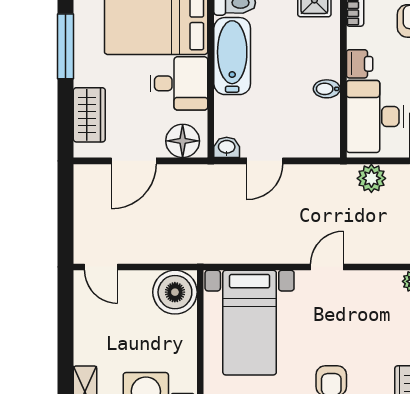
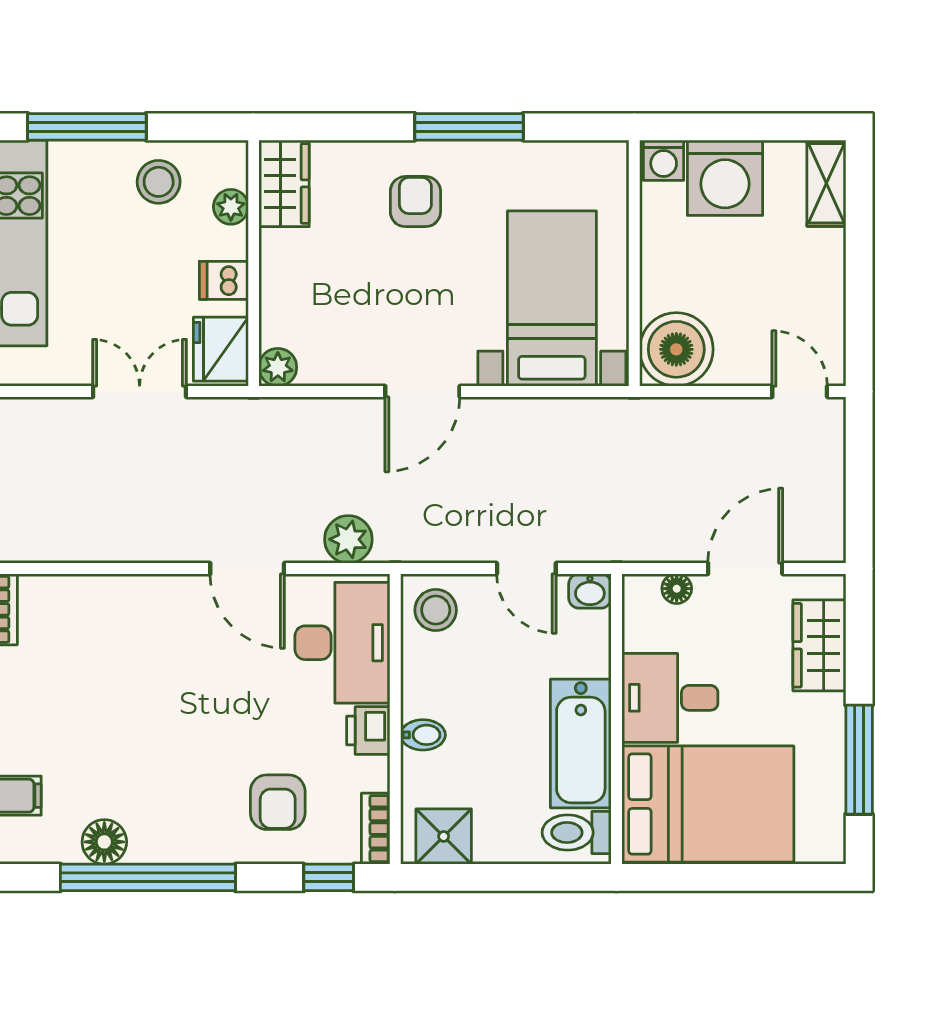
bidet: (327, 89) -> (423, 735), moved
stool: (319, 136) -> (436, 610), added
floor lamp: (183, 141) -> (677, 589), width x0.53, depth x0.53
door: (265, 161) -> (526, 568), swing flipped
door: (327, 267) -> (422, 391), width x1.38

